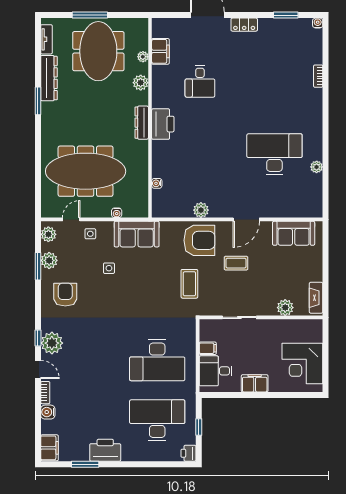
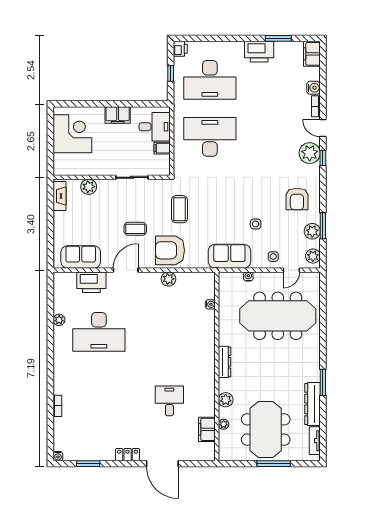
printer: (163, 124) -> (91, 282), moved, turned -90

